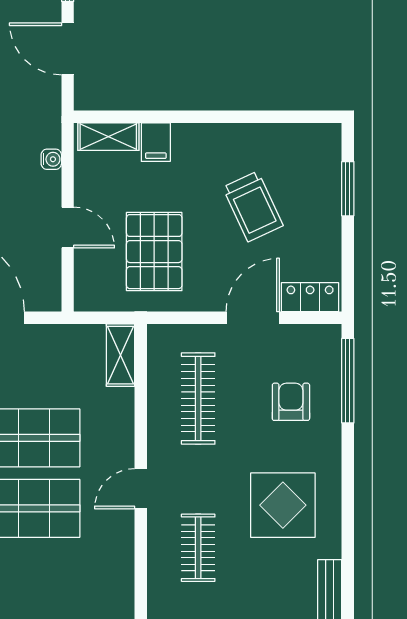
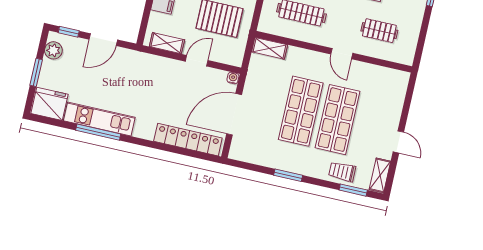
shelving: (108, 137) -> (167, 43), moved, turned 90
water cooler: (51, 159) -> (233, 78), moved

